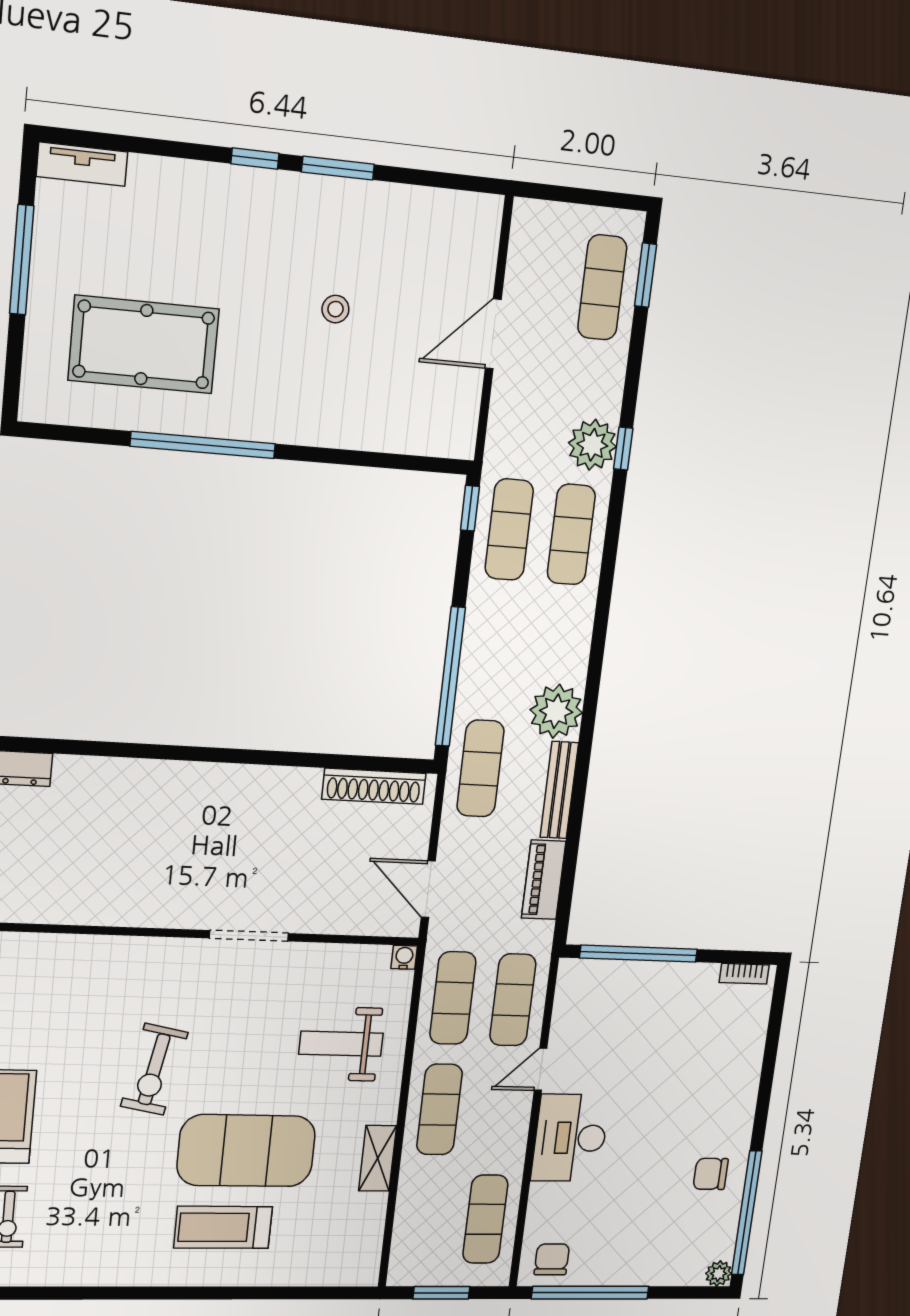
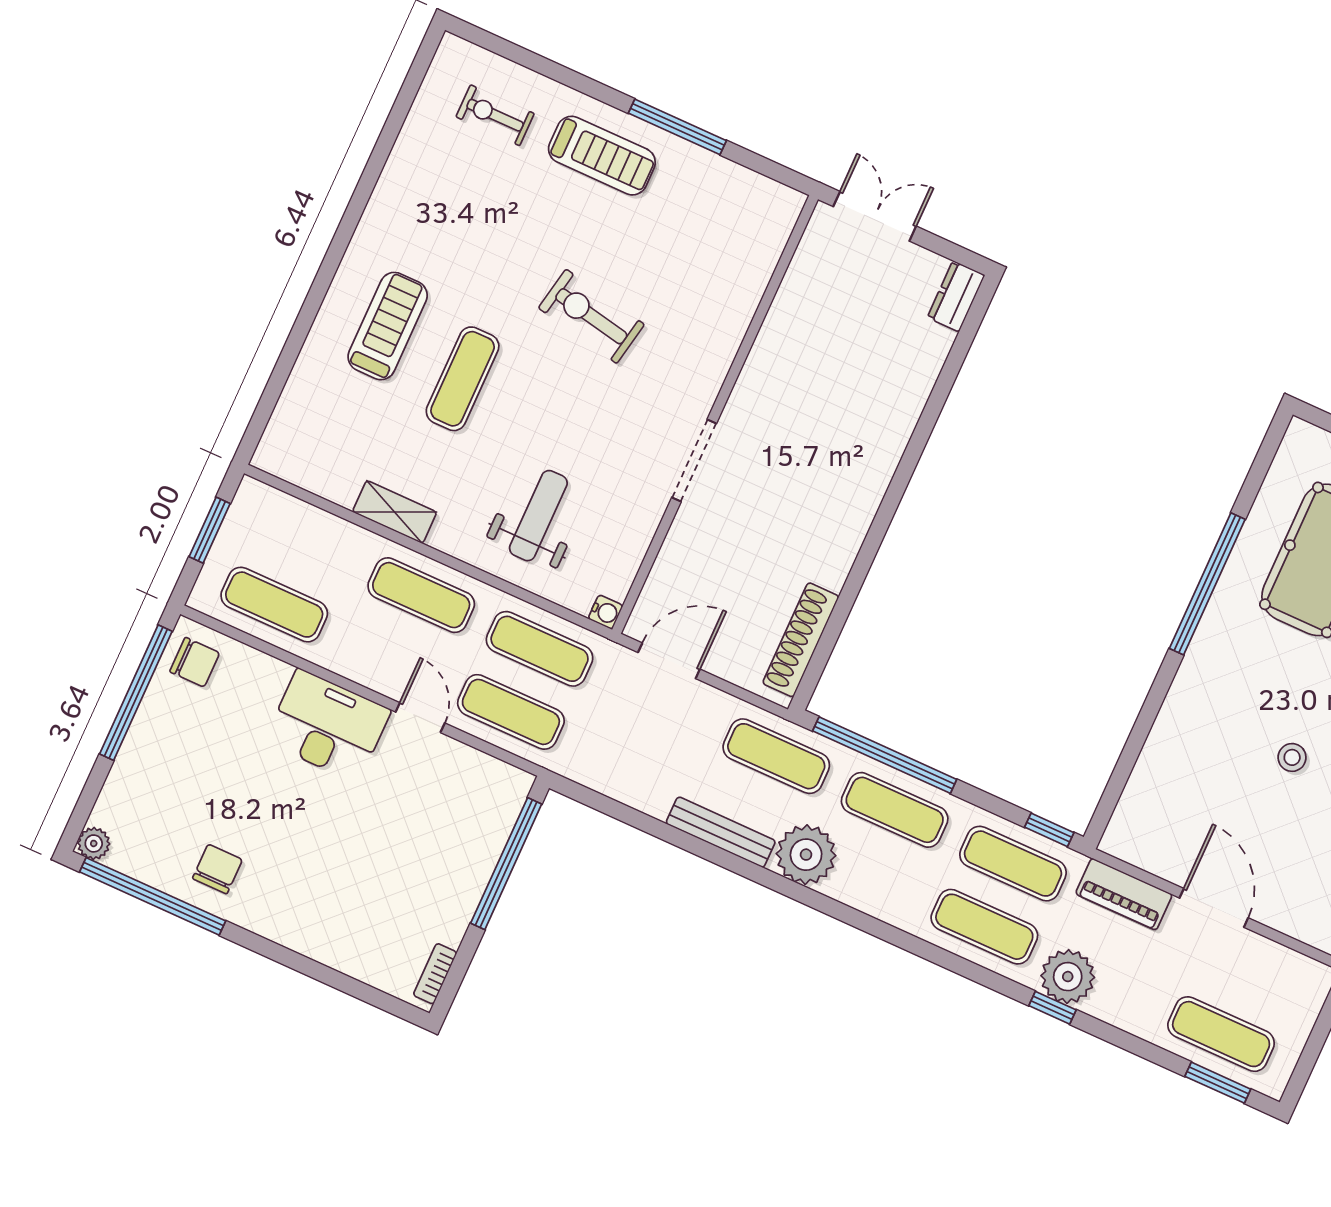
exercise mat: (495, 650) -> (895, 810), added
piano: (544, 880) -> (1124, 894), moved, turned 180
exercise mat: (246, 1151) -> (463, 379), width x0.50, depth x0.69

